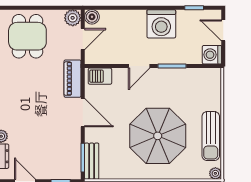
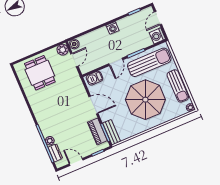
washing machine: (161, 24) -> (113, 28), width x0.53, depth x0.53
door: (223, 30) -> (158, 18), hinge flipped
piano: (72, 79) -> (97, 131), moved
sun lounger: (185, 86) -> (149, 62), added

